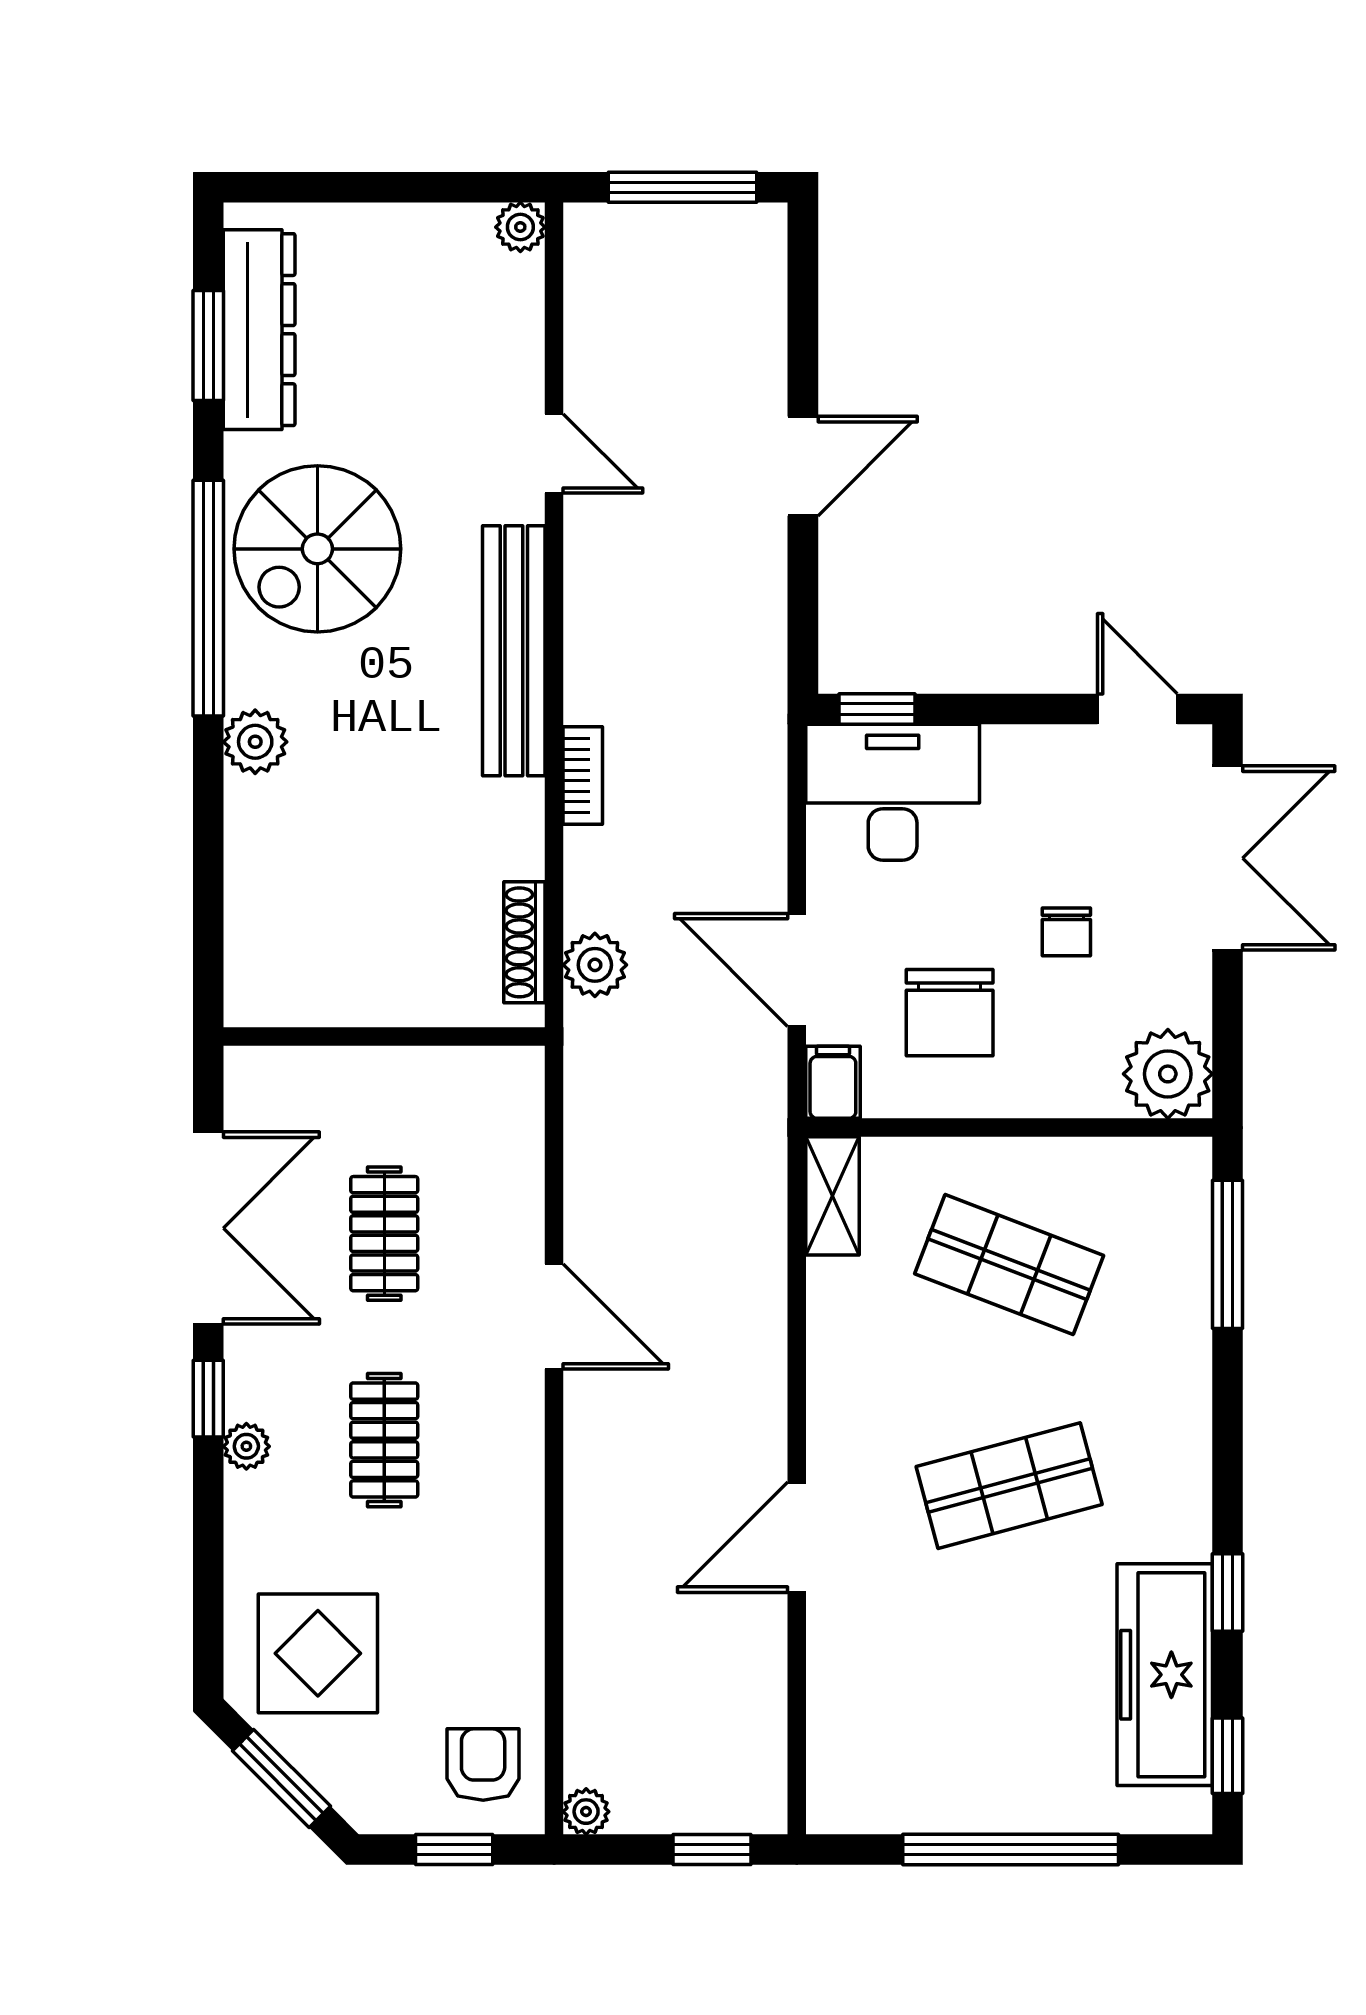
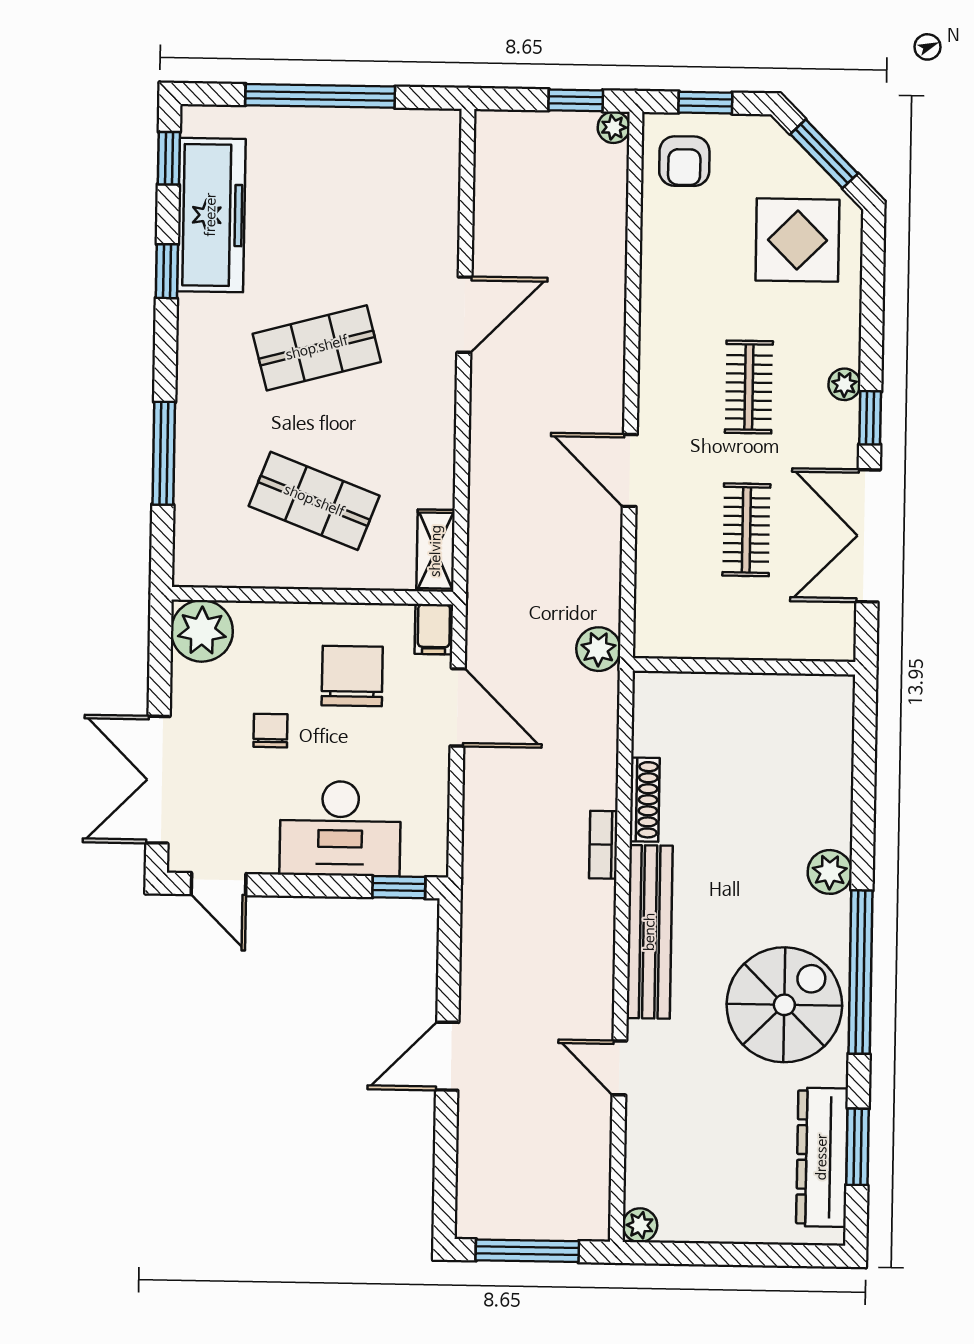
desk: (893, 792) -> (340, 828), moved
shoe rack: (524, 942) -> (645, 800), moved
plant: (595, 965) -> (598, 649), moved
window: (1228, 1254) -> (164, 453), moved
window: (712, 1850) -> (576, 100), moved

